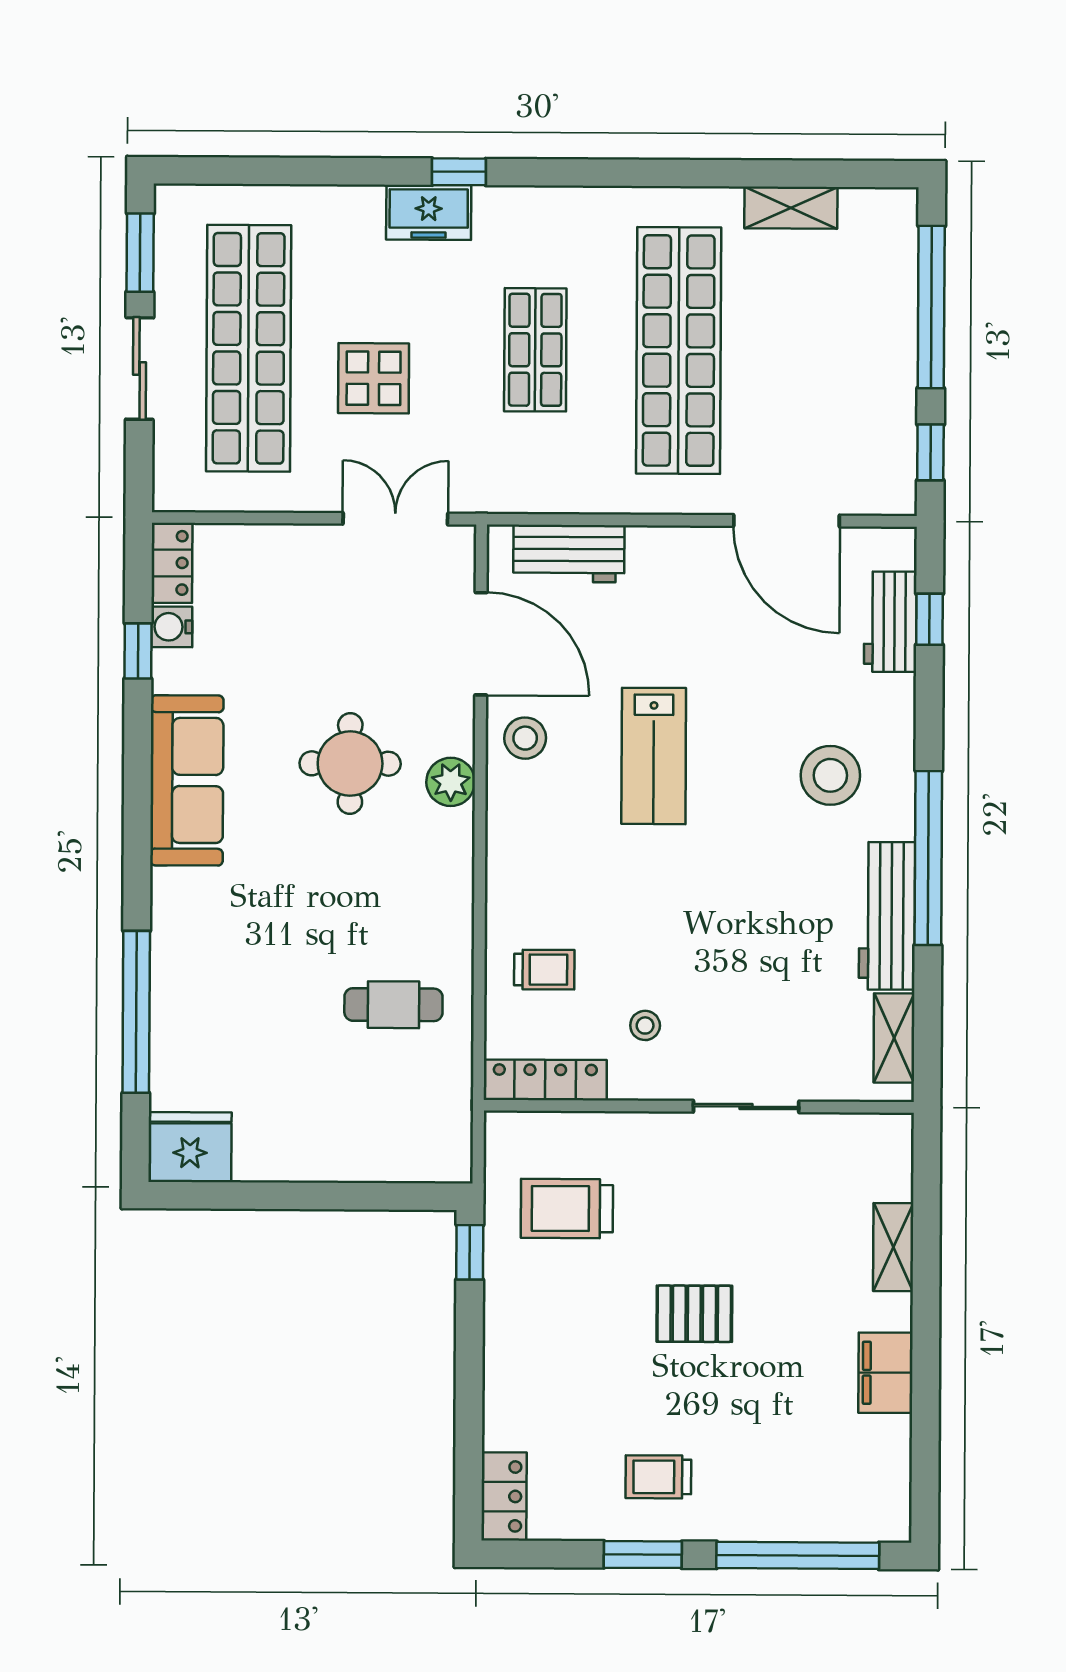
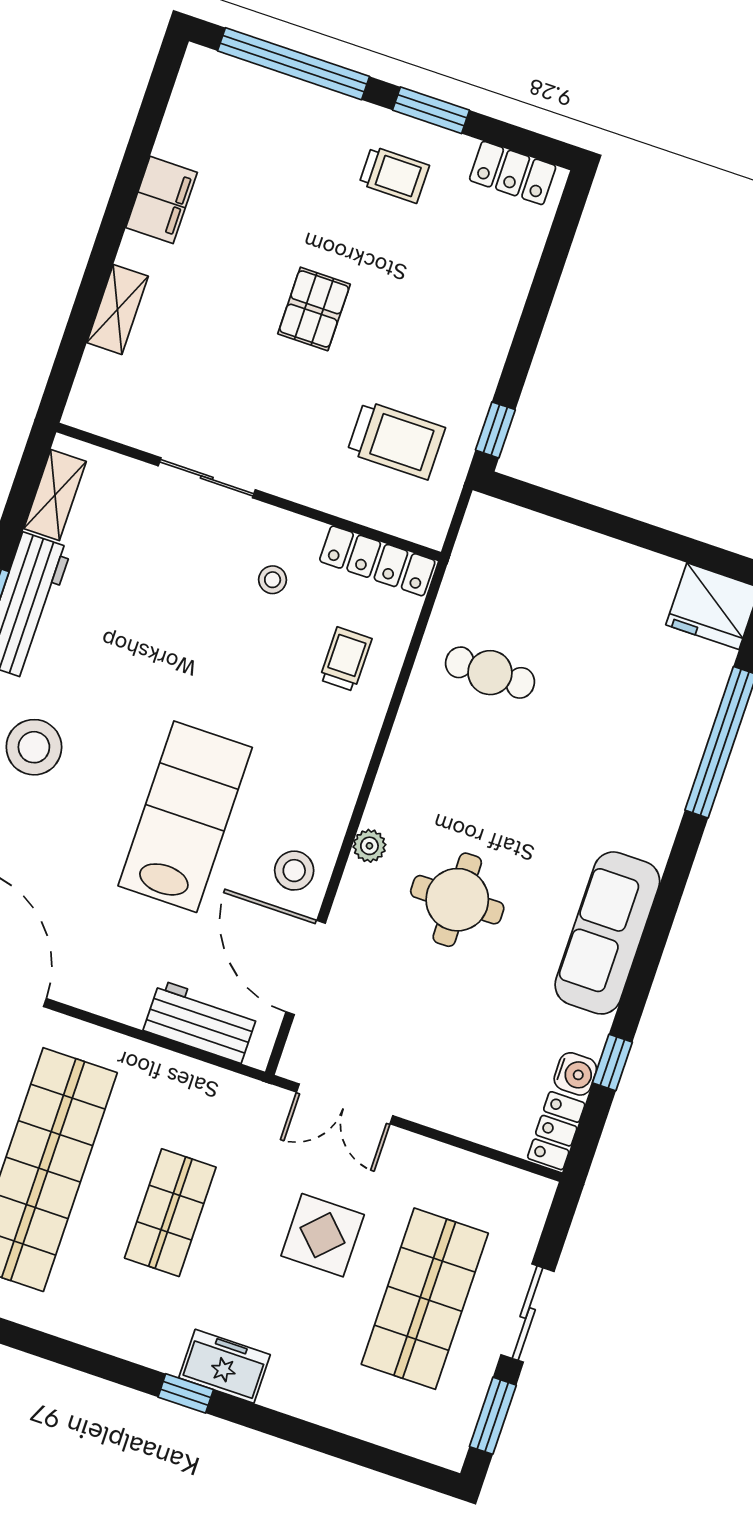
shop shelf: (249, 348) -> (425, 1299), width x0.71
lab bench: (654, 756) -> (185, 817), width x1.36, depth x1.39
plant: (451, 782) -> (369, 846), width x0.73, depth x0.73
trolley: (544, 970) -> (346, 659), turned 90
pallet: (694, 1314) -> (314, 309), turned 90
locker: (504, 1496) -> (513, 173), moved, turned -90

